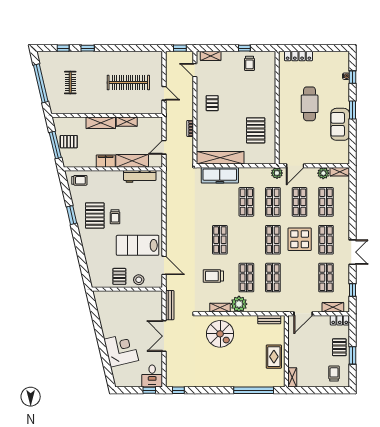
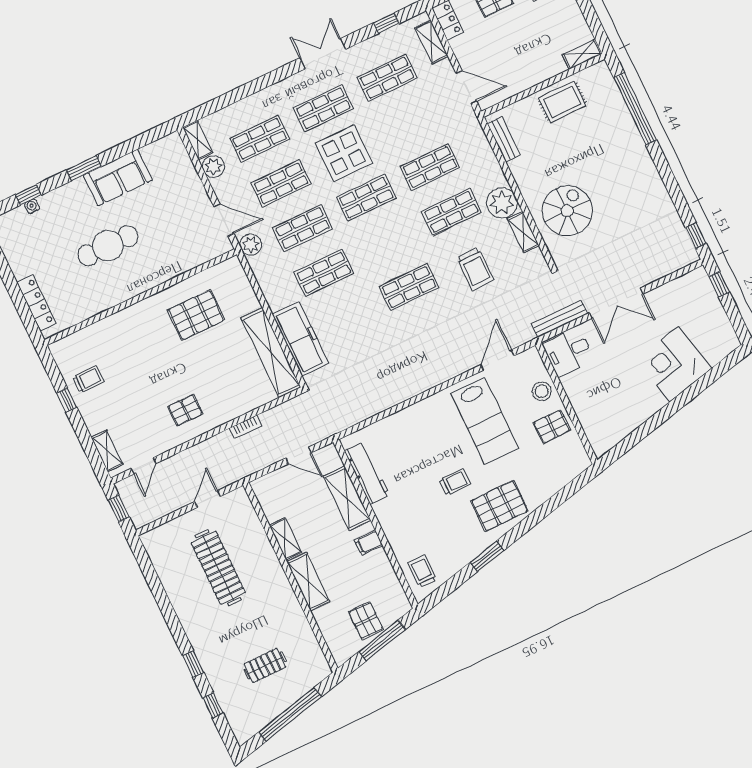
filing cabinet: (106, 161) -> (369, 543), width x0.50
pallet: (95, 216) -> (499, 506), moved
desk: (152, 376) -> (568, 352), moved, turned 180

